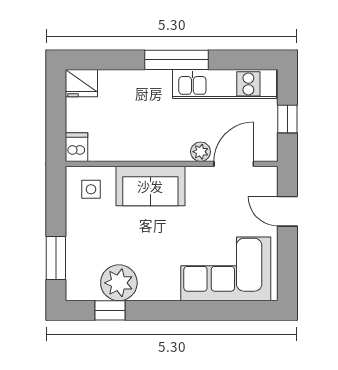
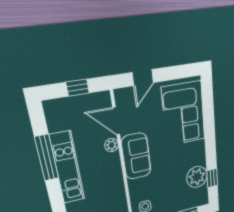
window: (177, 60) -> (47, 158), moved
kitchen unit: (225, 84) -> (67, 168), moved
sofa: (150, 186) -> (136, 156), moved

